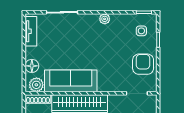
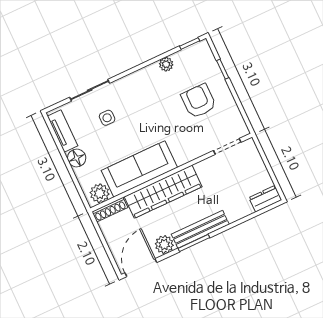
plant: (105, 19) -> (166, 64), moved
side table: (141, 31) -> (107, 118), moved
armchair: (143, 64) -> (199, 101), moved
floor lamp: (32, 66) -> (77, 158), moved

